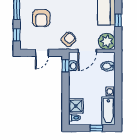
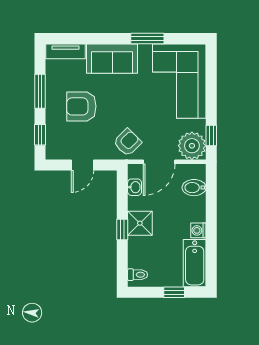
armchair: (41, 18) -> (81, 106), turned 90
window: (118, 20) -> (211, 135), moved
window: (65, 66) -> (122, 229), moved
shower: (76, 106) -> (140, 223), moved

